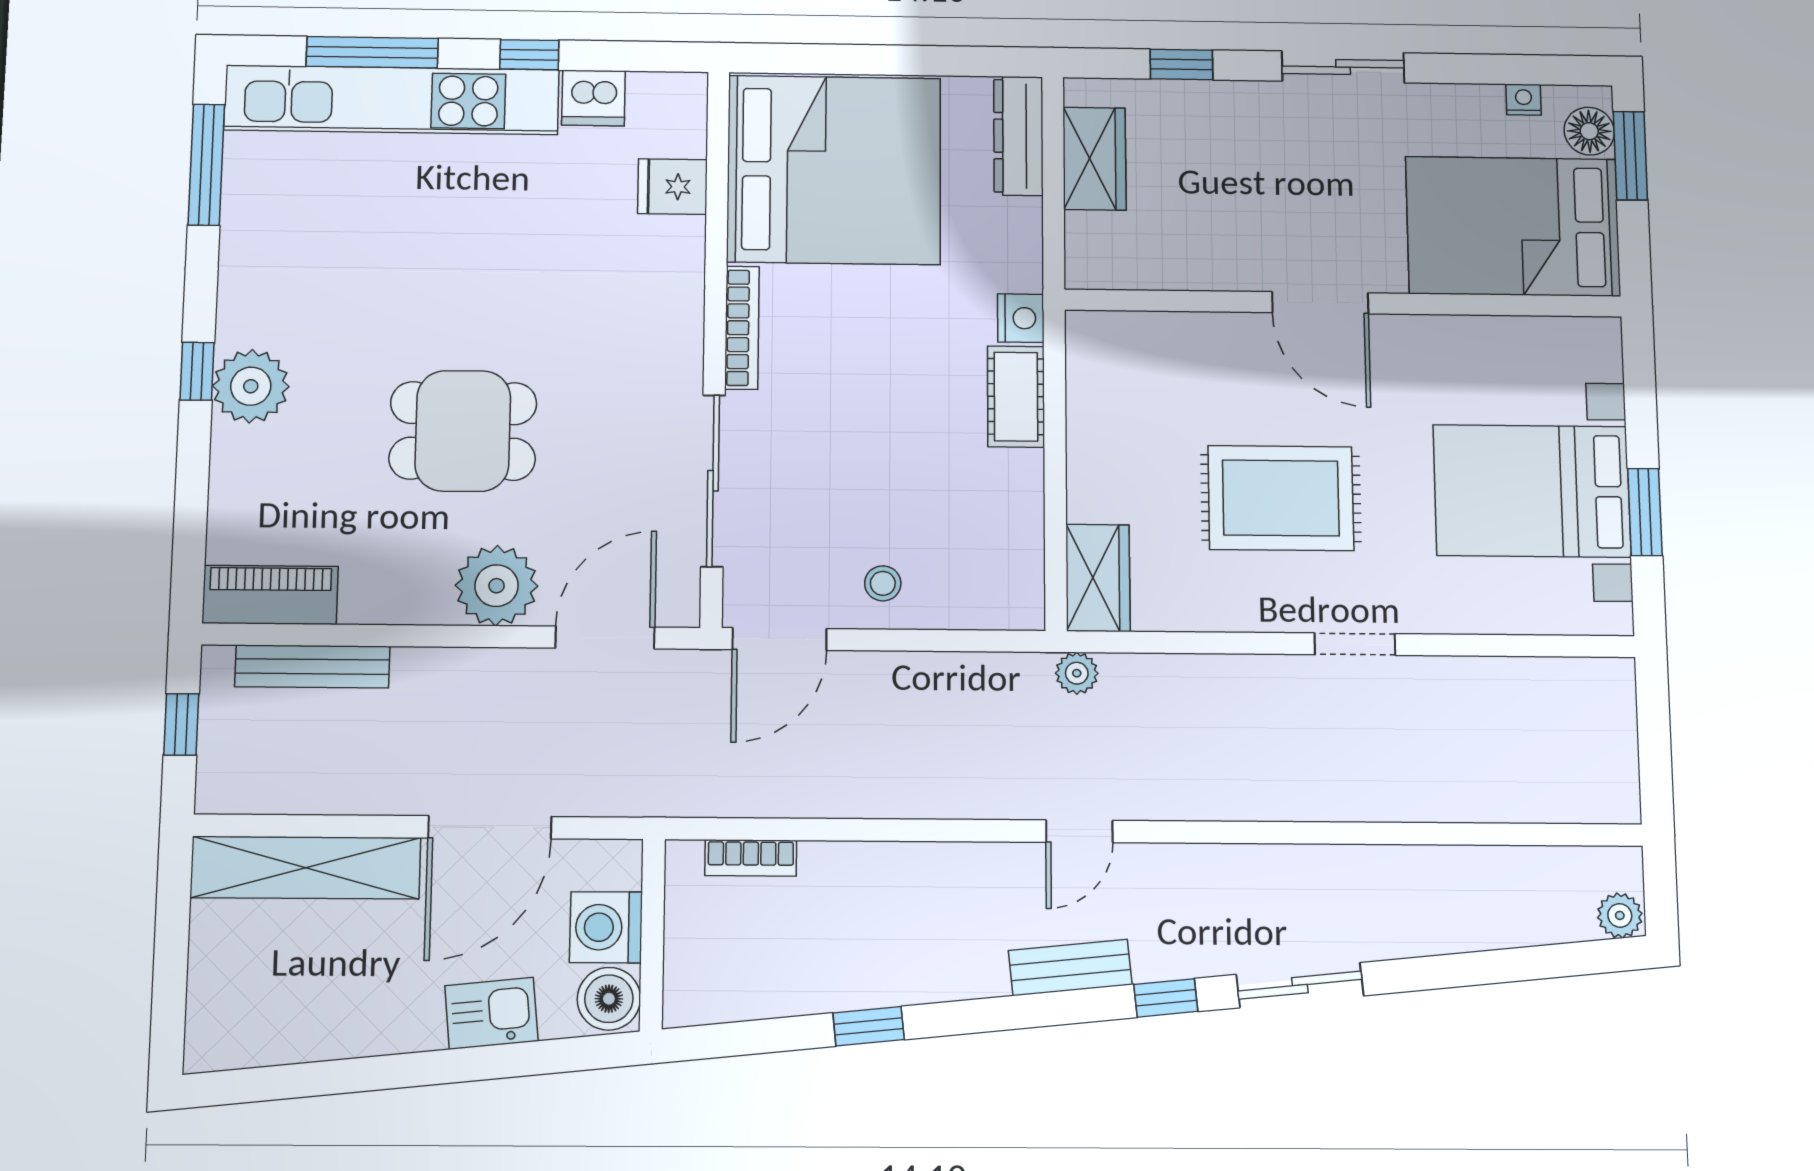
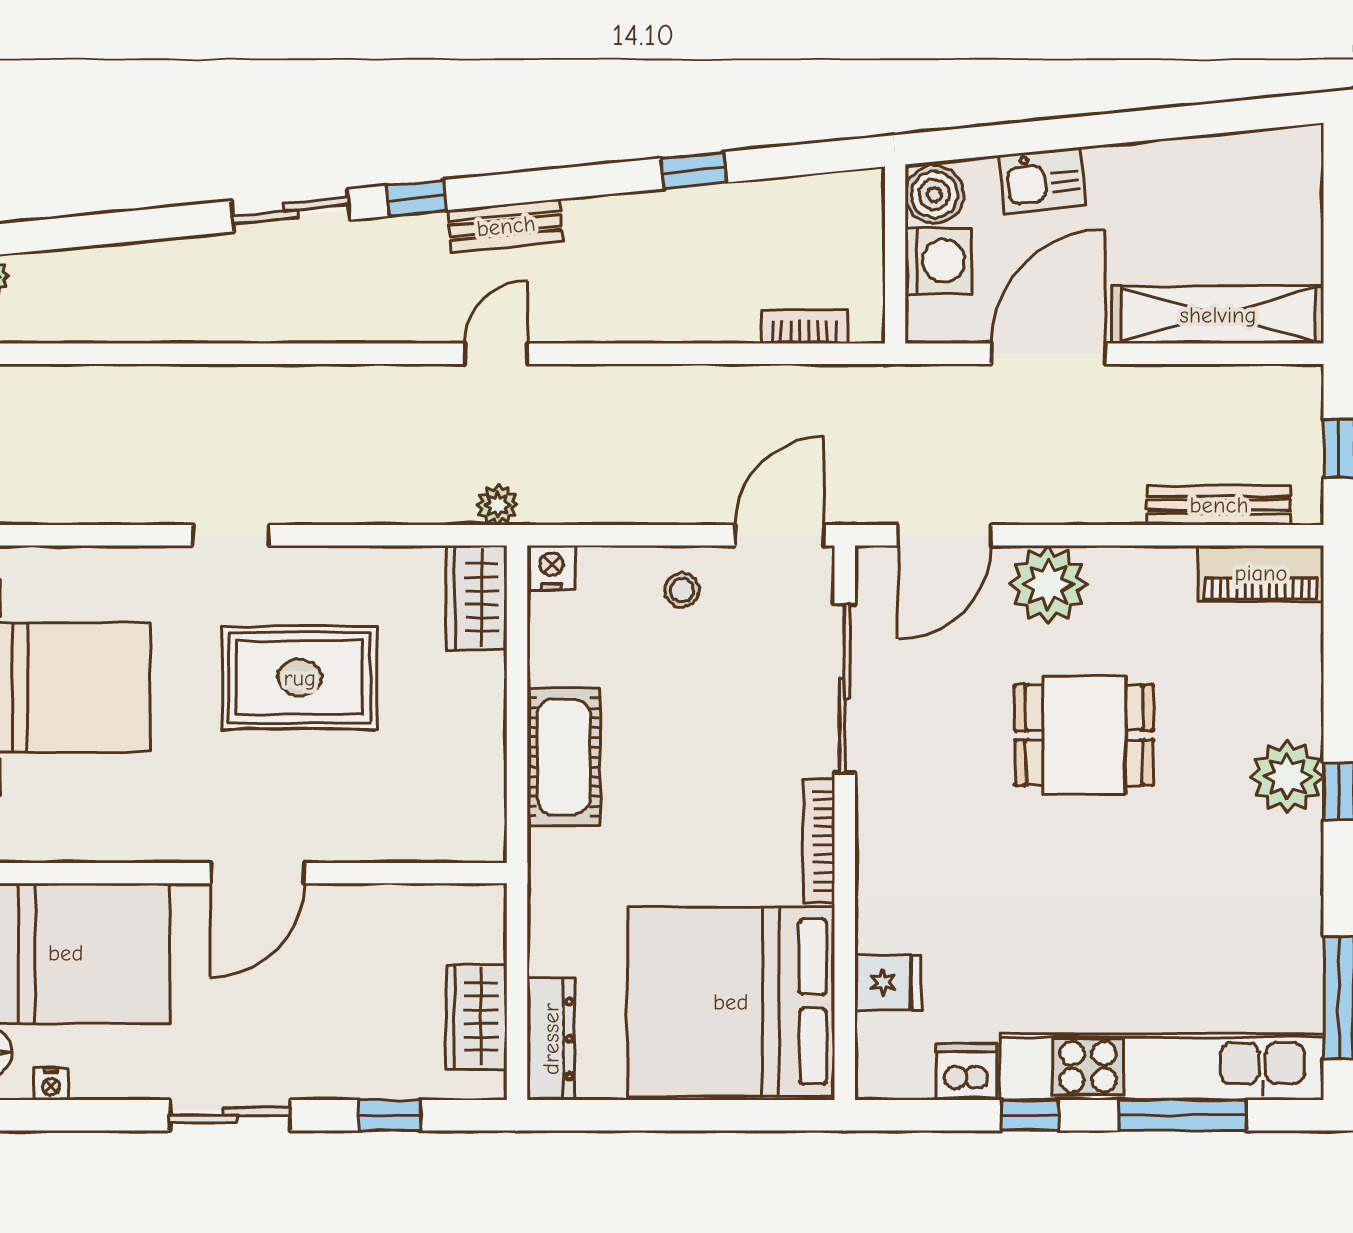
door: (1320, 303) -> (257, 873), swing flipped
nightstand: (1021, 318) -> (551, 568), moved, turned 90
cot: (1016, 397) -> (564, 757), width x1.37, depth x1.34

